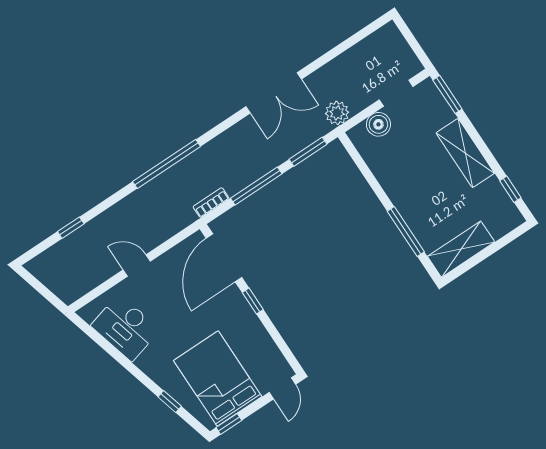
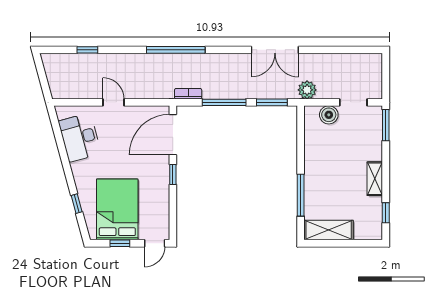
shelving: (465, 153) -> (375, 179), width x0.67, depth x0.75
window: (229, 424) -> (120, 243), moved

